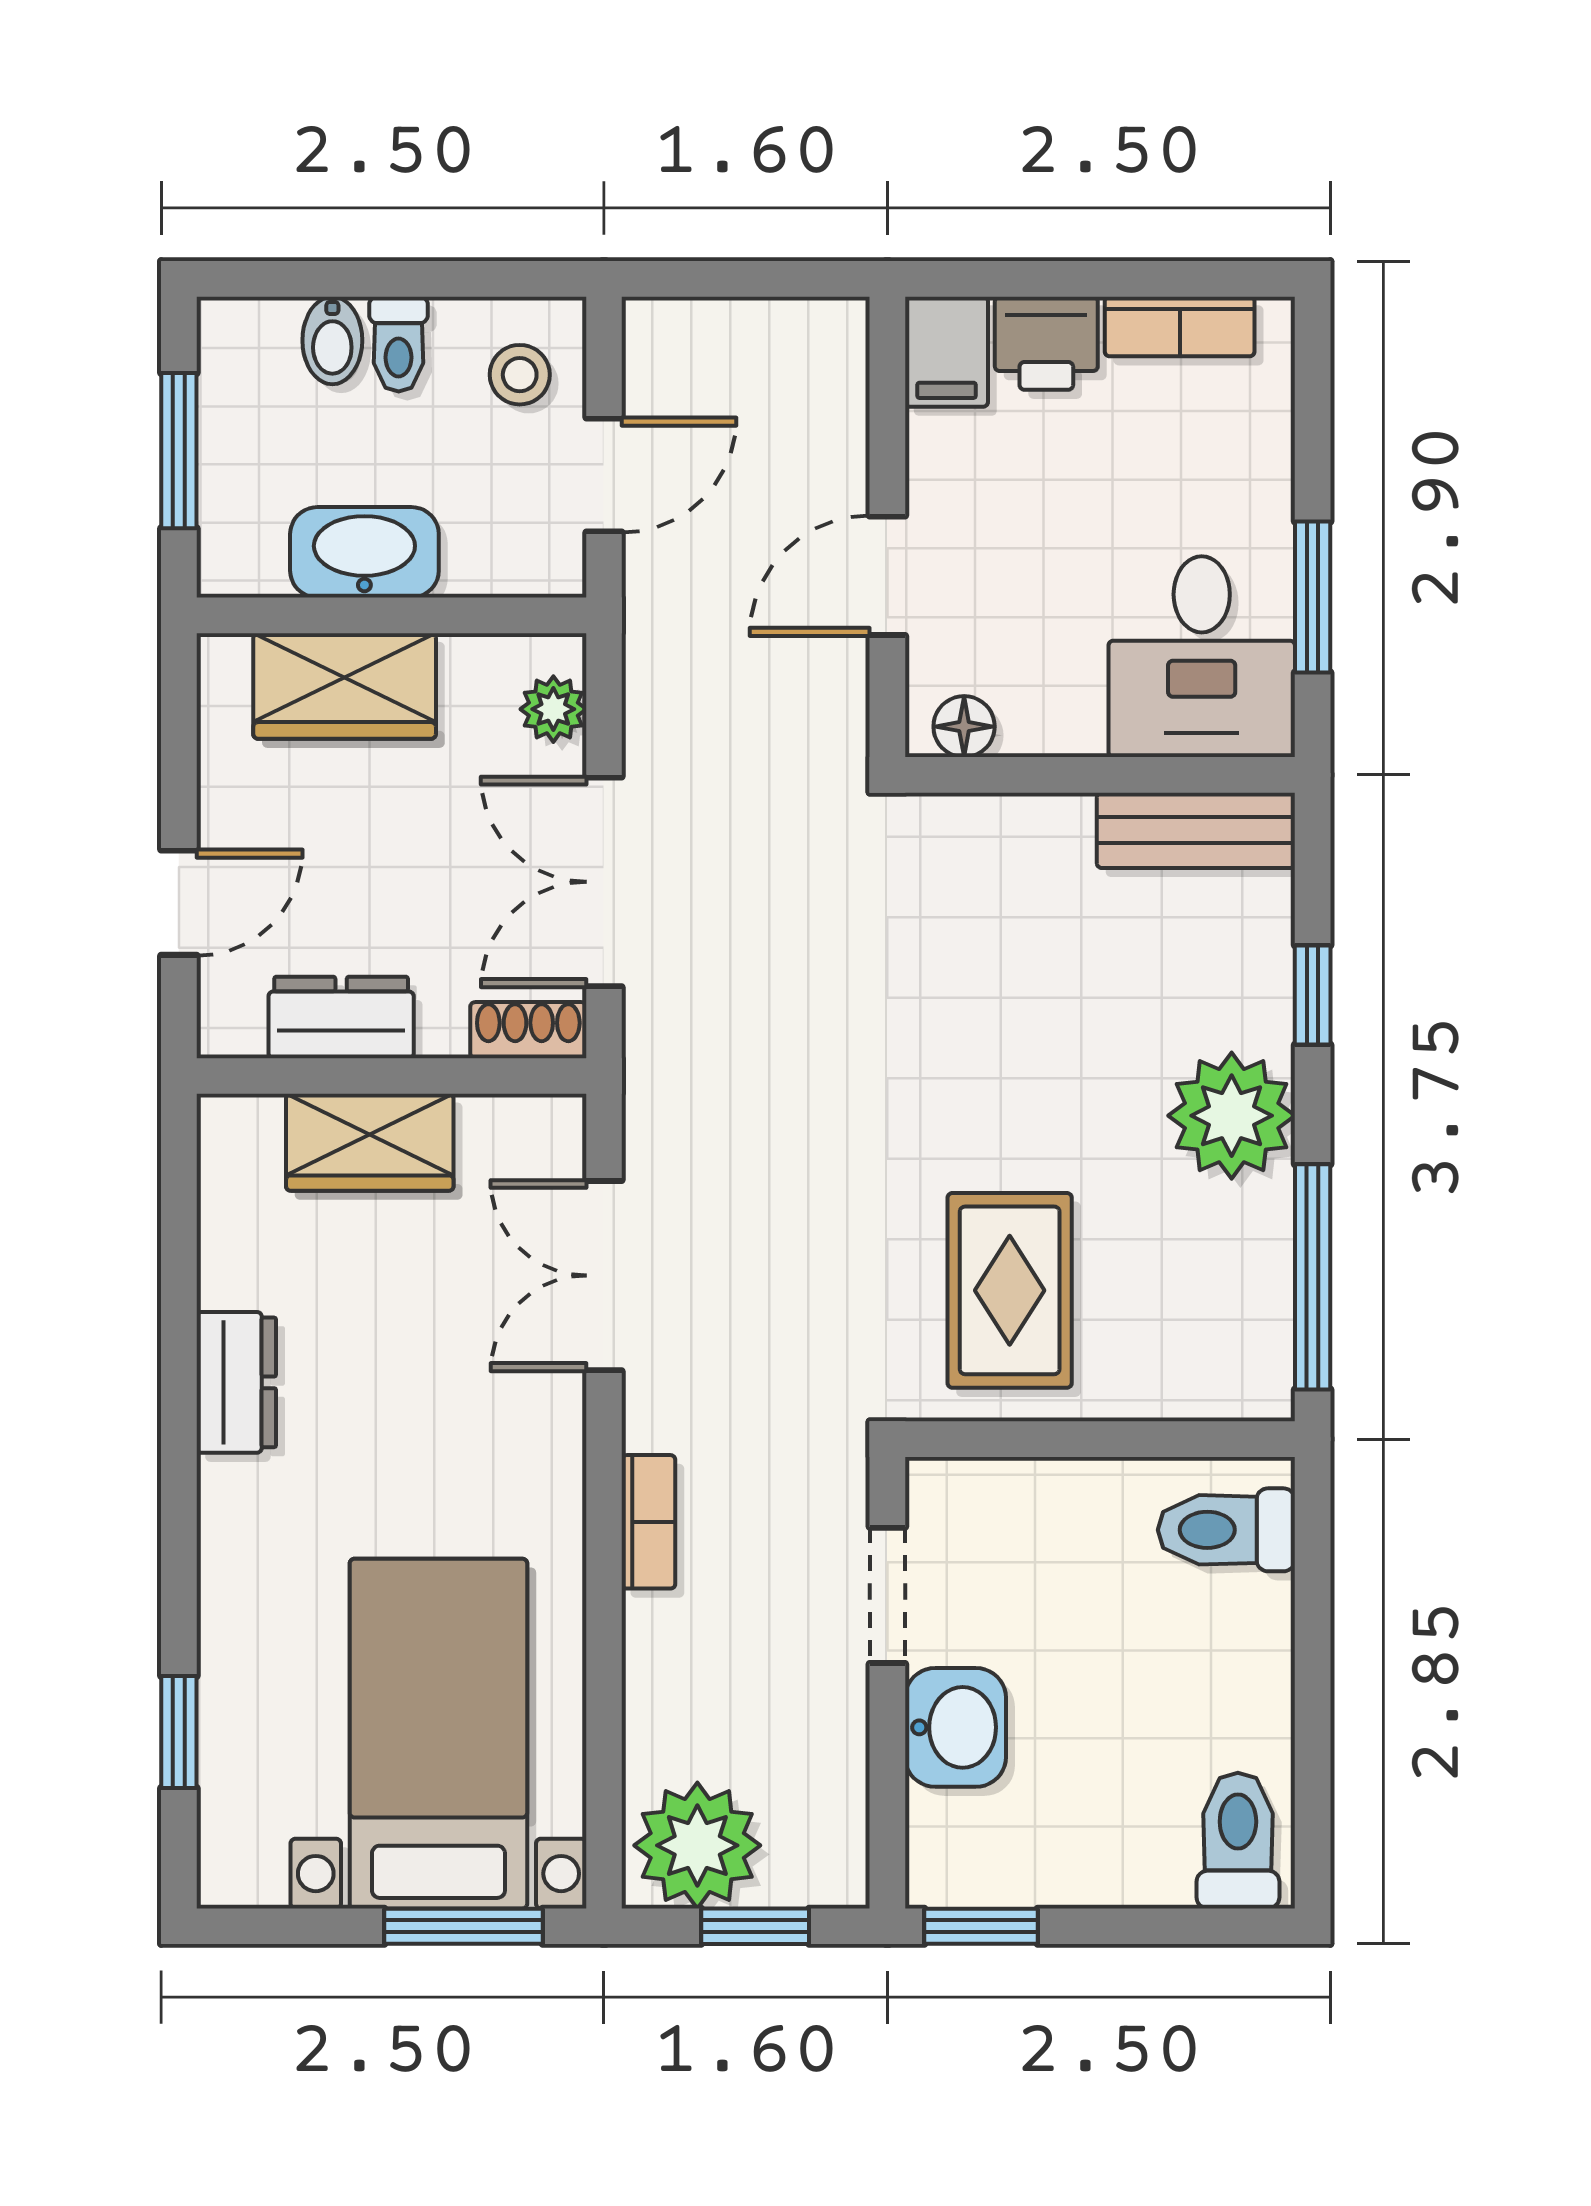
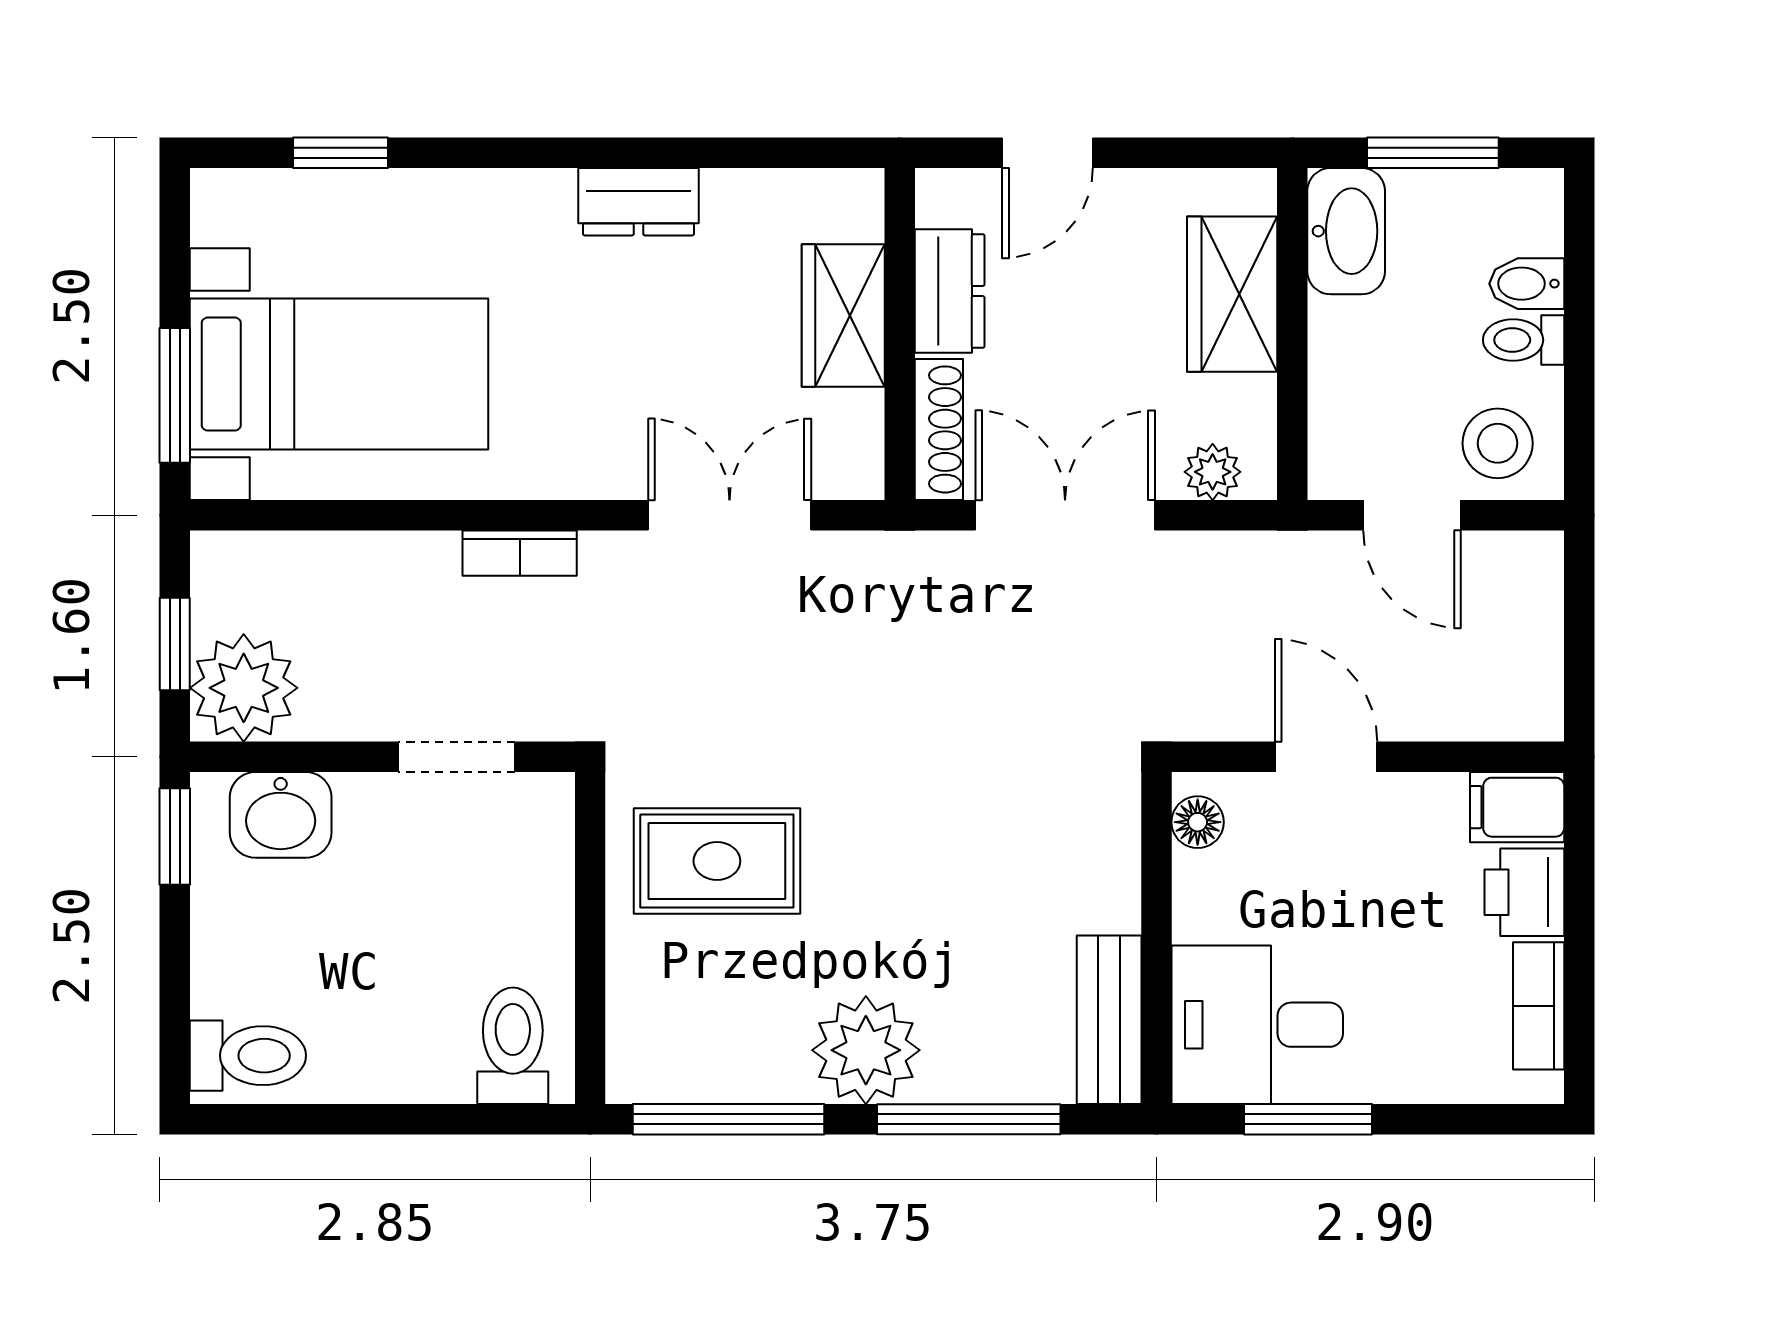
stool: (520, 375) -> (1498, 443), width x1.37, depth x1.37
washbasin: (364, 552) -> (1346, 231), moved
door: (179, 903) -> (1047, 153), hinge flipped
window: (1313, 995) -> (969, 1119), width x2.17
shoe rack: (528, 1030) -> (939, 429), width x1.43
washbasin: (956, 1727) -> (281, 815), moved
plant: (697, 1845) -> (244, 688), moved

